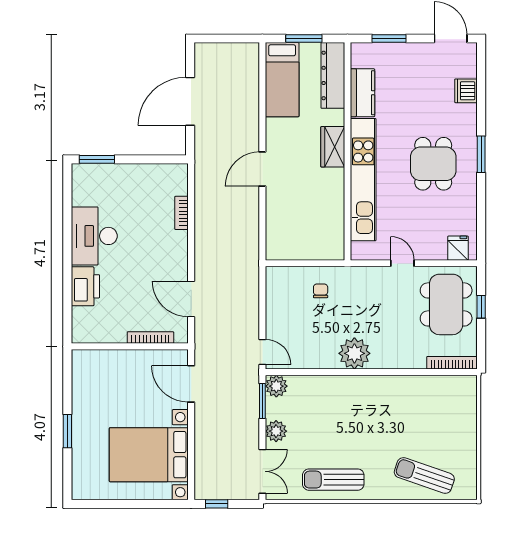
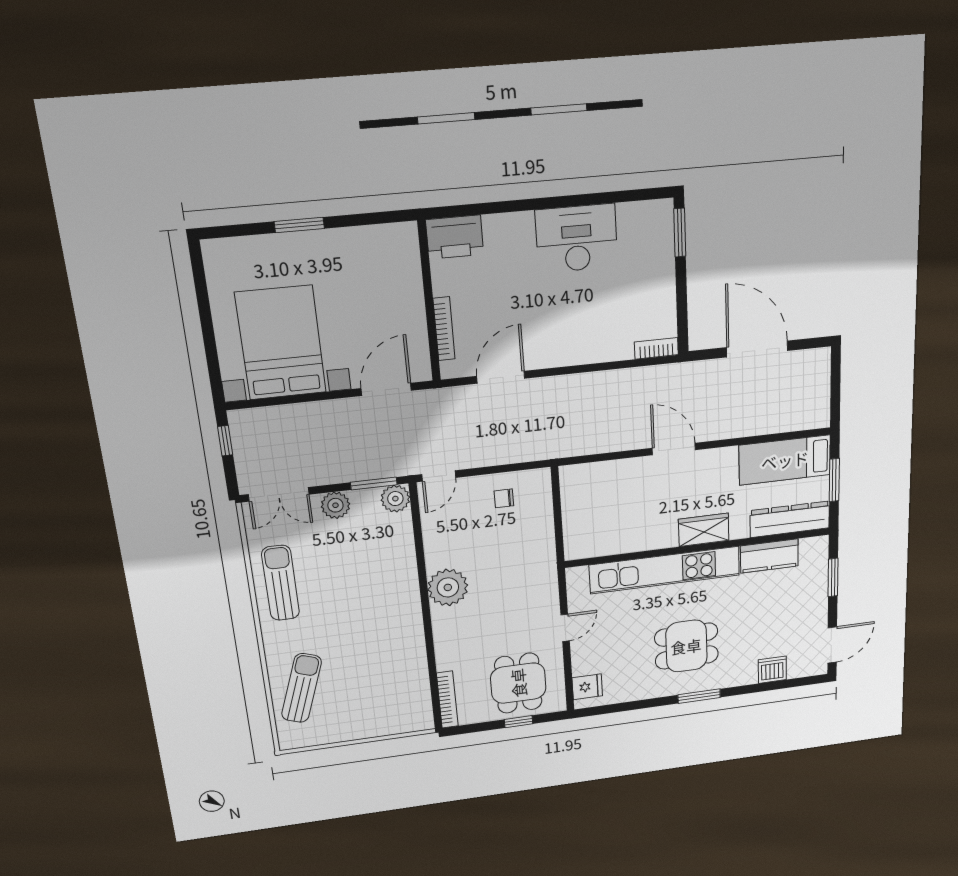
bookcase: (181, 213) -> (656, 348), moved
printer: (85, 286) -> (455, 237), moved
chair: (321, 291) -> (504, 498), moved, turned 180
dining table: (446, 304) -> (518, 683), width x0.73

